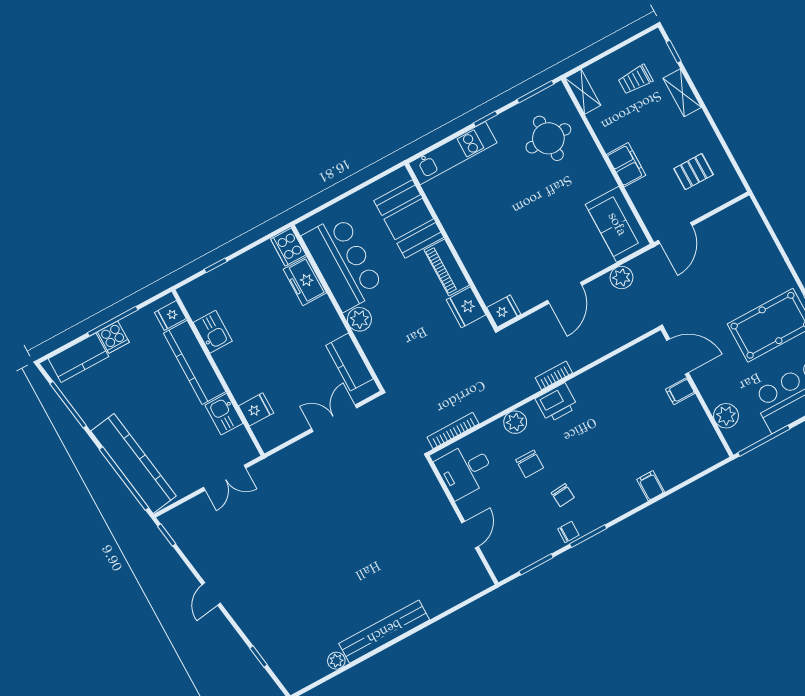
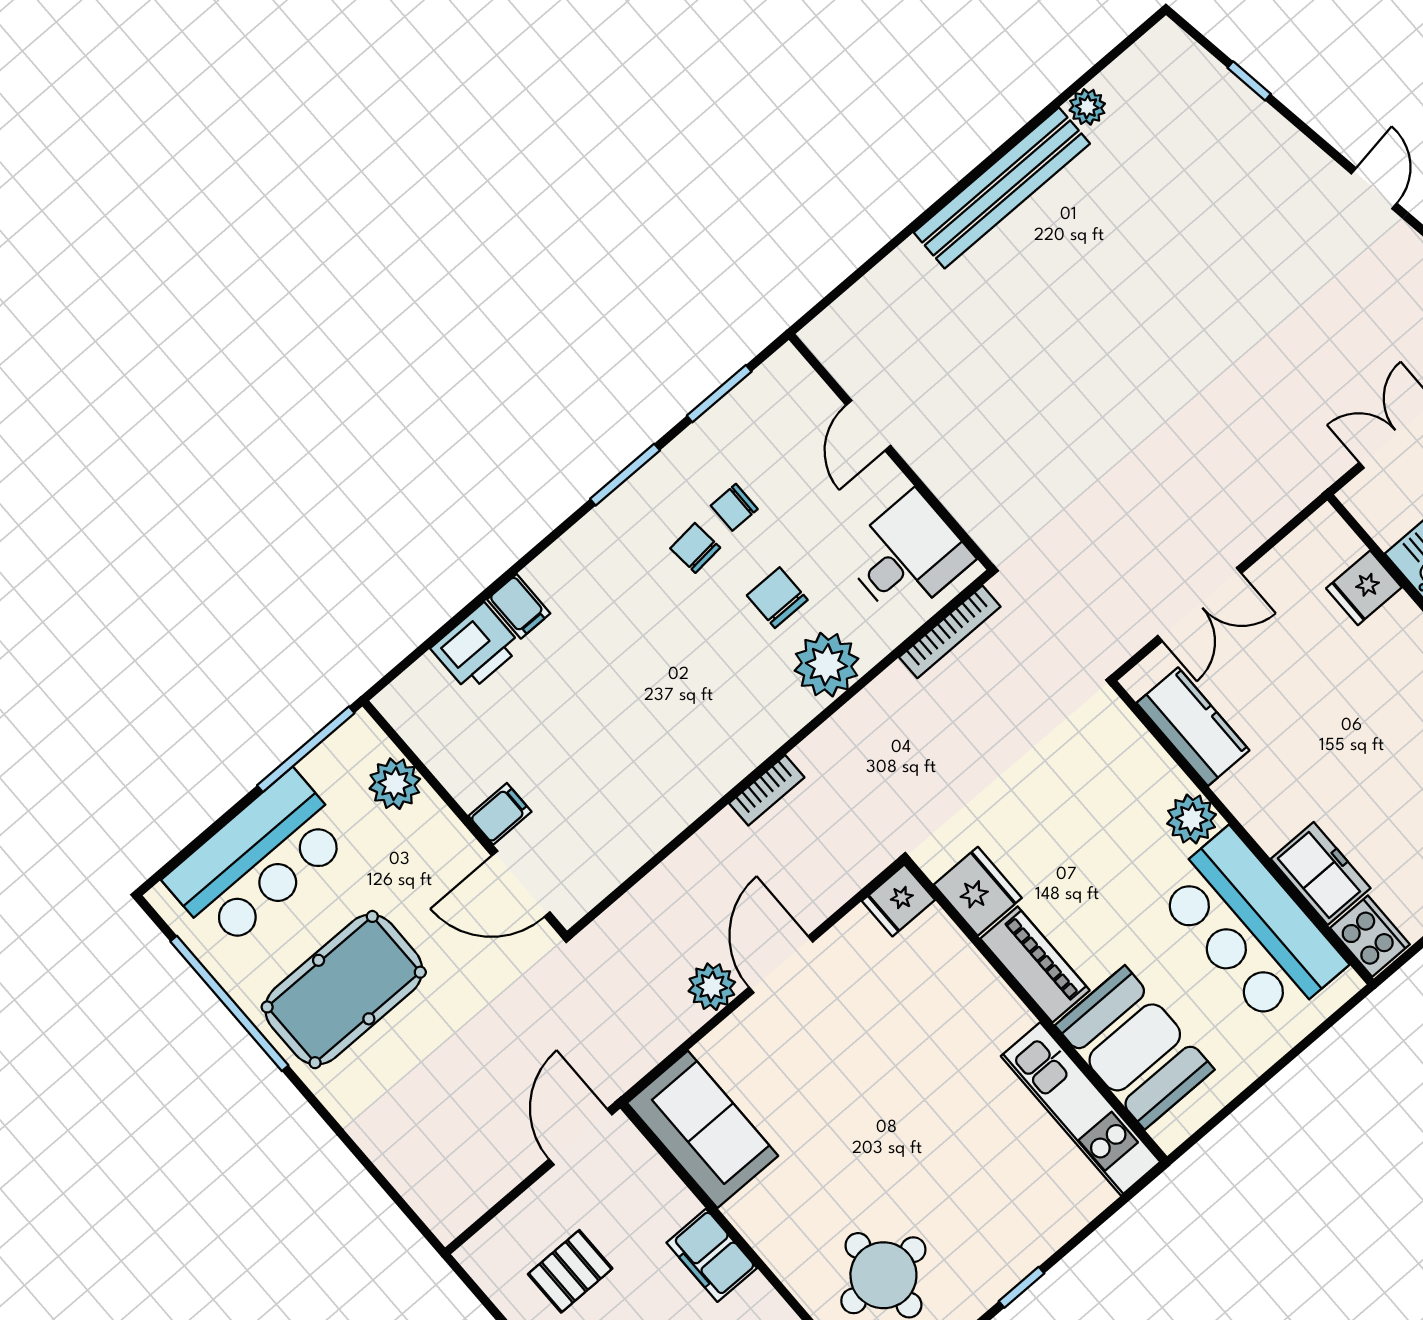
kitchen unit: (453, 153) -> (1081, 1109), moved, turned -90
plant: (622, 277) -> (712, 987), moved
printer: (557, 403) -> (476, 647), moved, turned 180
plant: (515, 422) -> (826, 665), width x1.36, depth x1.36
chair: (568, 532) -> (734, 507), moved

